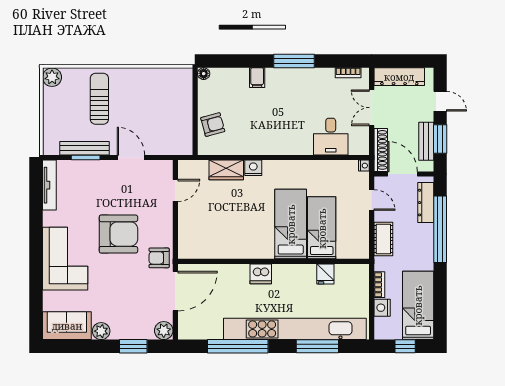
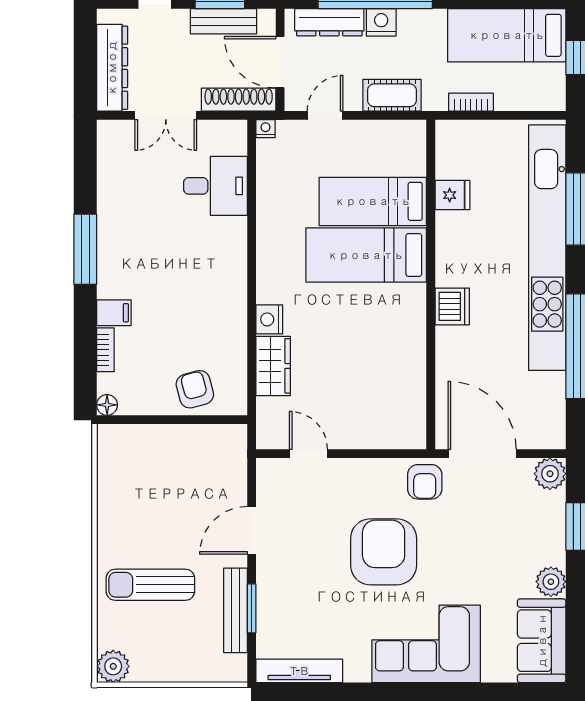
bookcase: (348, 73) -> (105, 350), moved
door: (402, 174) -> (280, 62), hinge flipped
nightstand: (382, 308) -> (381, 22), moved, turned 180

